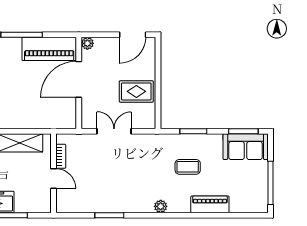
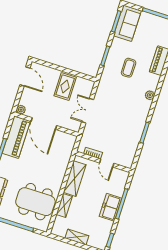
door: (53, 178) -> (107, 163), swing flipped

